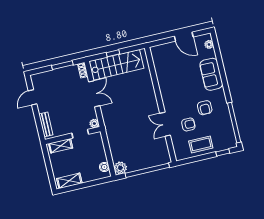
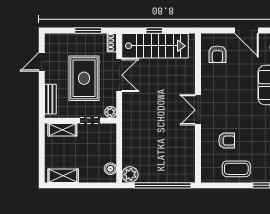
rug: (68, 102) -> (84, 78), added
armchair: (205, 108) -> (217, 54), moved
double door: (165, 124) -> (198, 110), moved

